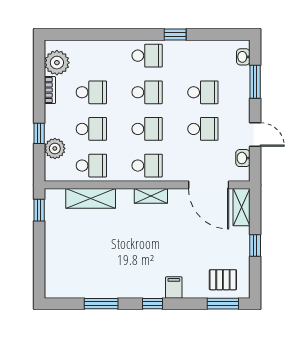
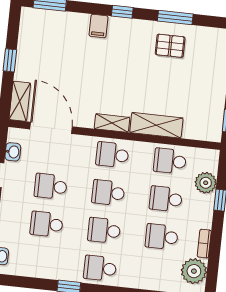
shelving: (91, 198) -> (156, 125), moved
pallet: (223, 280) -> (170, 46), moved

